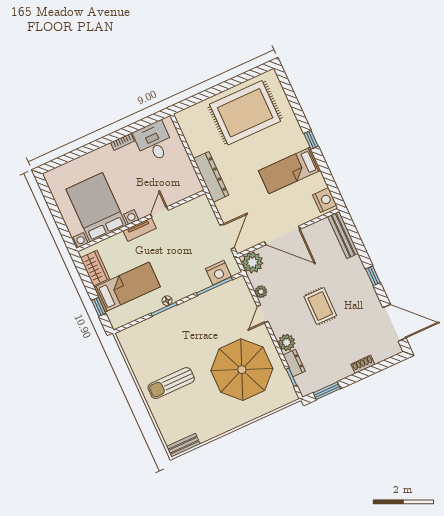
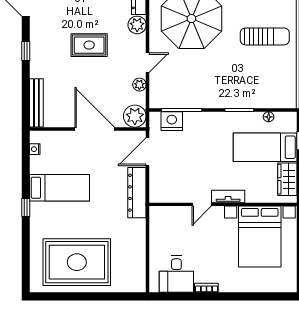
dresser: (211, 177) -> (137, 193), moved
nightstand: (325, 200) -> (35, 149), width x0.53, depth x0.56
floor lamp: (167, 301) -> (269, 117), moved
rug: (320, 306) -> (89, 45), turned 90

